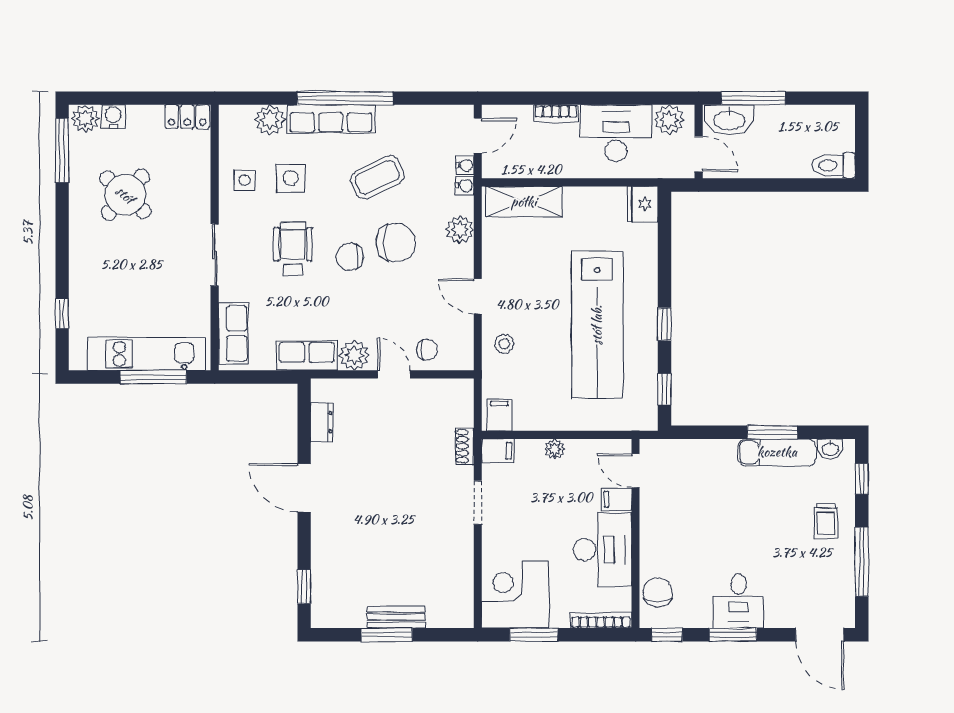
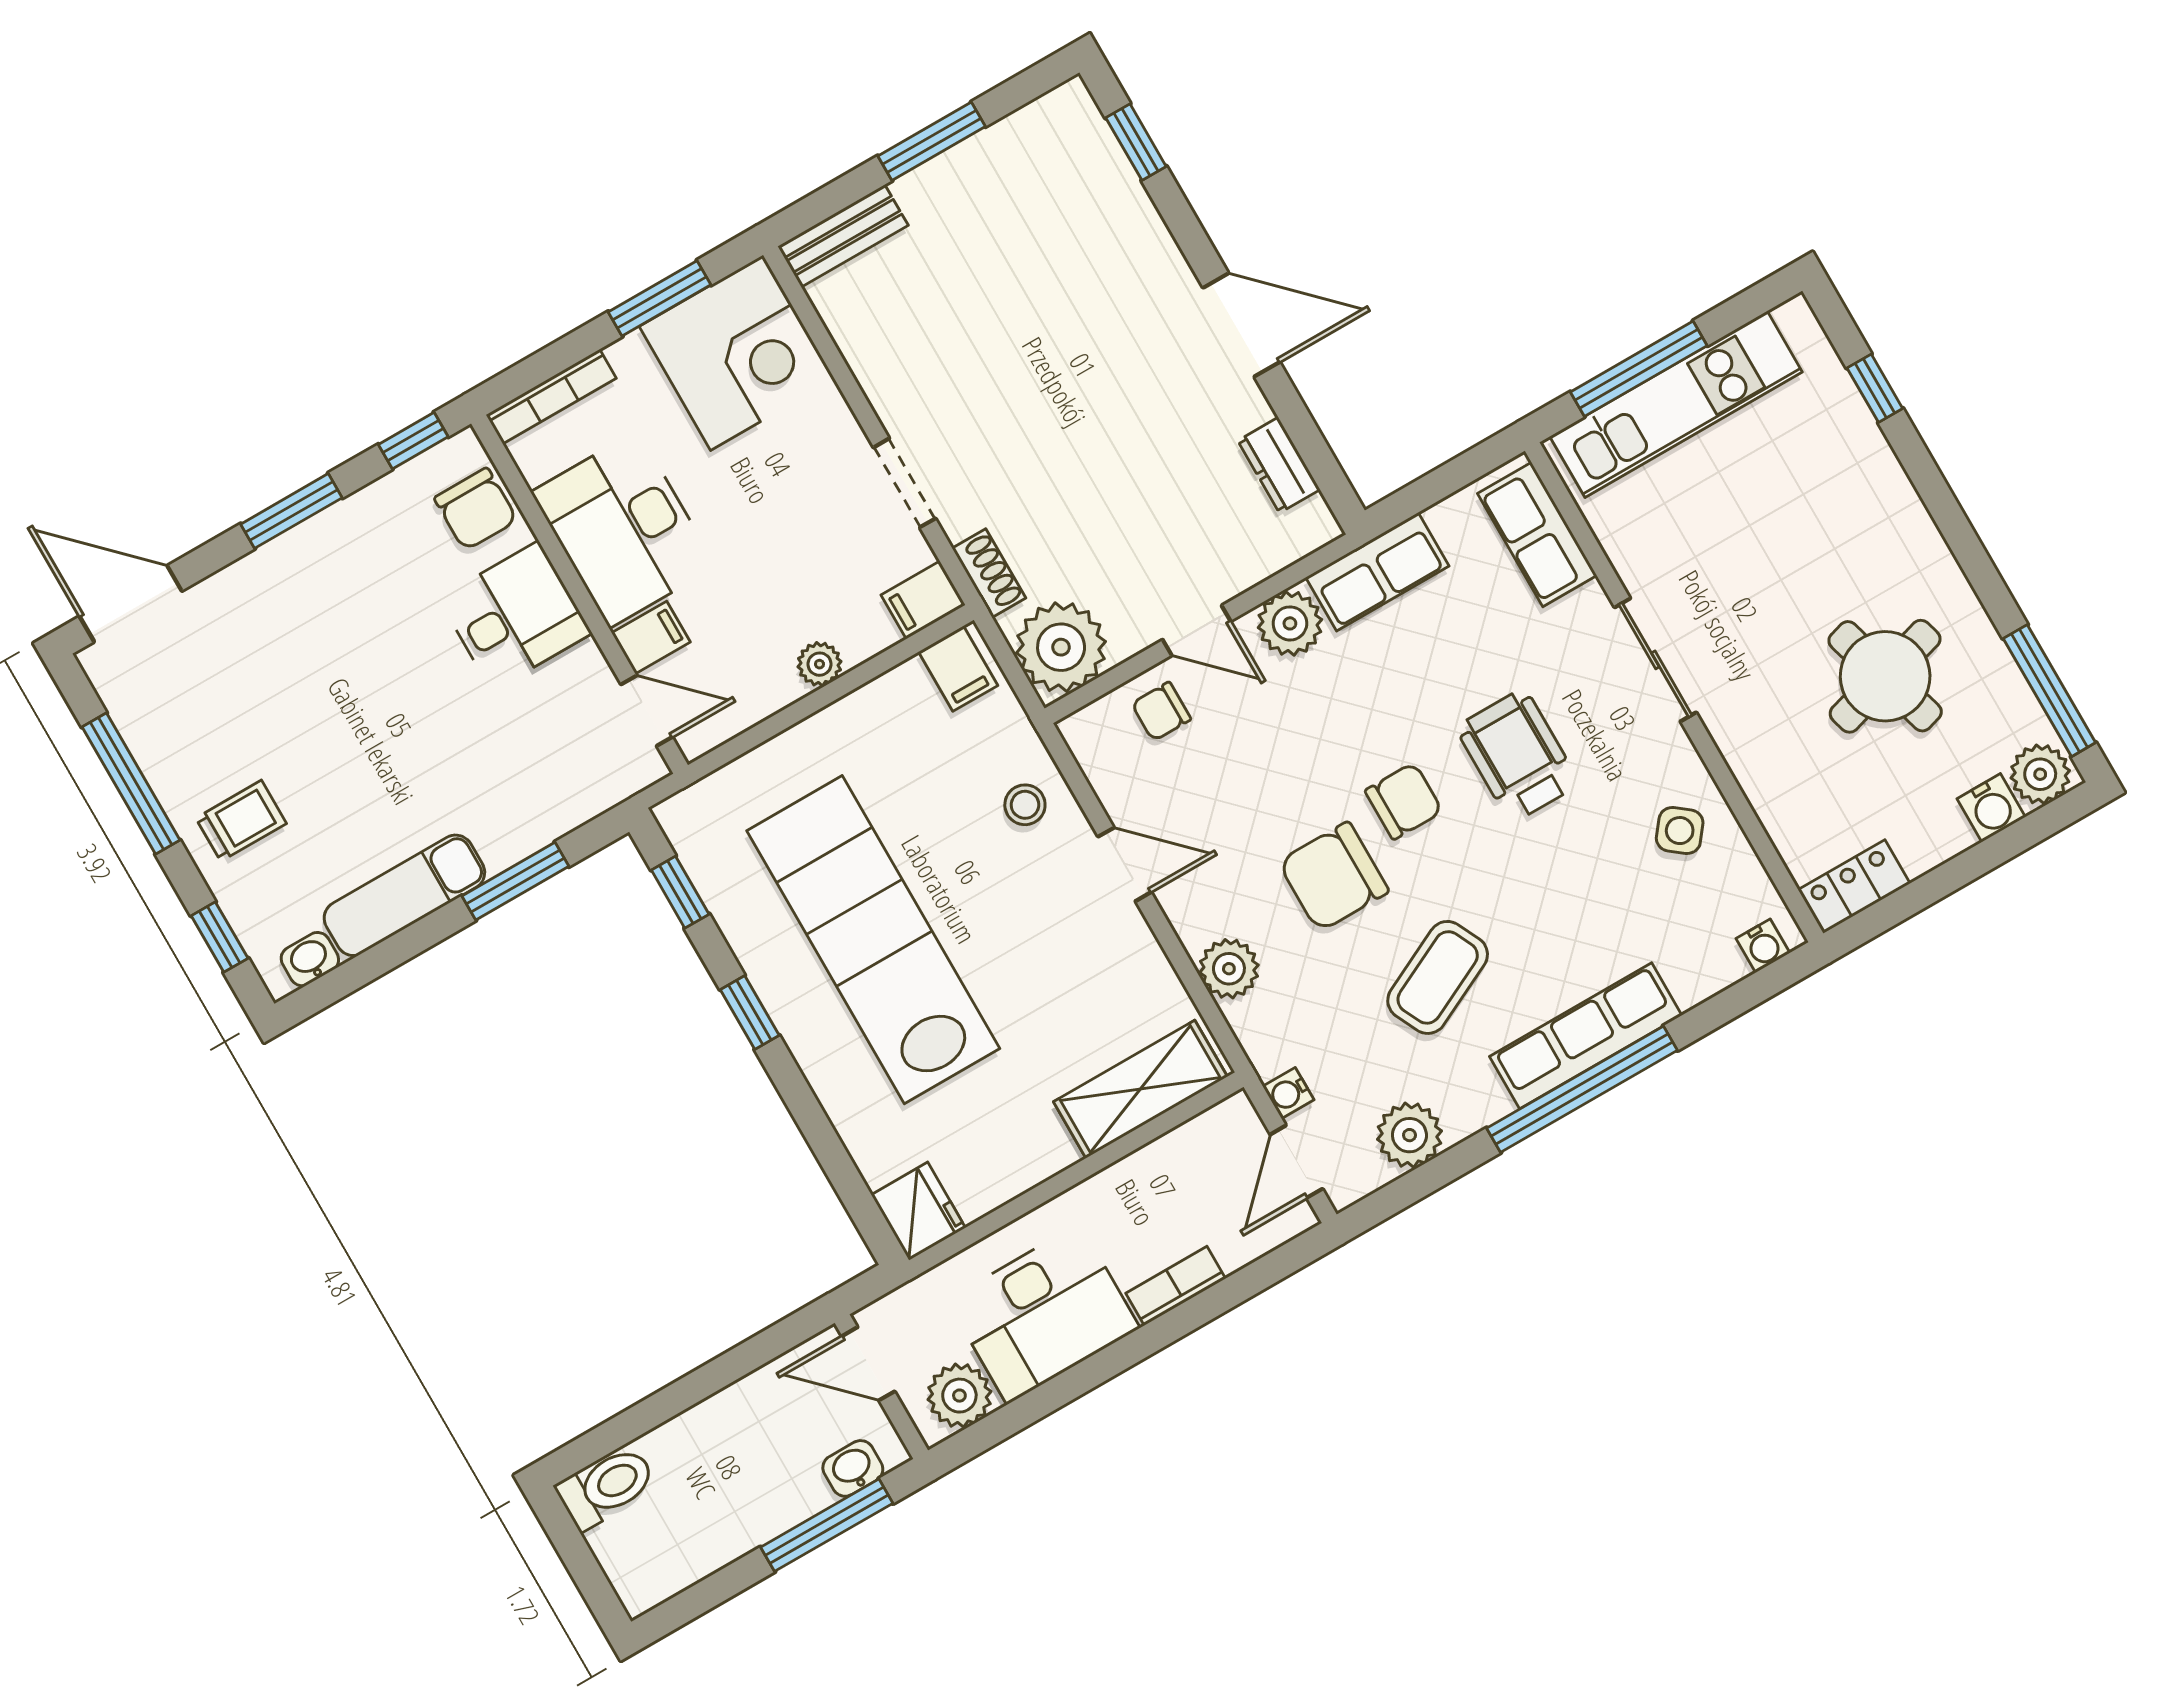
plant: (270, 120) -> (1409, 1135), moved
washbasin: (729, 120) -> (853, 1468), width x0.52, depth x0.69
side table: (291, 178) -> (1597, 883), removed
side table: (245, 180) -> (1680, 831), turned 38
water cooler: (465, 186) -> (1763, 946), moved, turned -90
round table: (125, 195) -> (1885, 676), turned 32
wheelchair: (293, 248) -> (1518, 756), turned 180
plant: (453, 399) -> (1061, 647), added
window: (773, 432) -> (515, 881), moved
trolley: (826, 521) -> (241, 821), turned 90
desk: (739, 601) -> (515, 616), moved, turned 90
bench: (396, 617) -> (843, 236), moved

